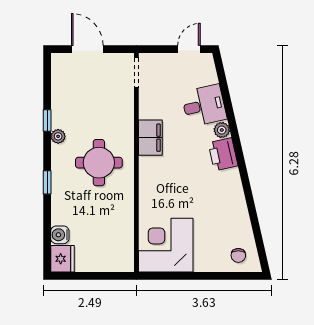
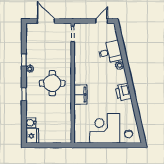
filing cabinet: (150, 138) -> (80, 94), moved
printer: (223, 154) -> (123, 92), moved
corner desk: (166, 245) -> (105, 128), moved

